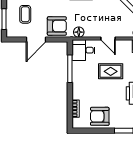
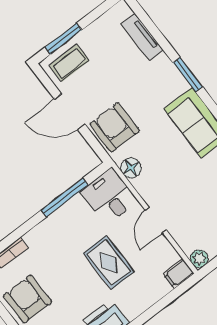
coffee table: (25, 14) -> (69, 63), moved
armchair: (57, 26) -> (115, 127), turned 180

